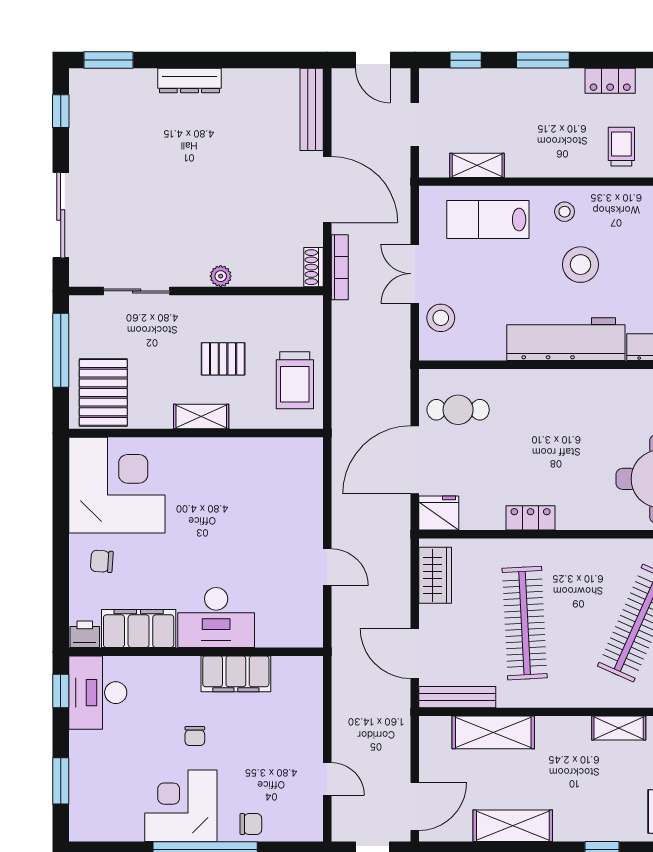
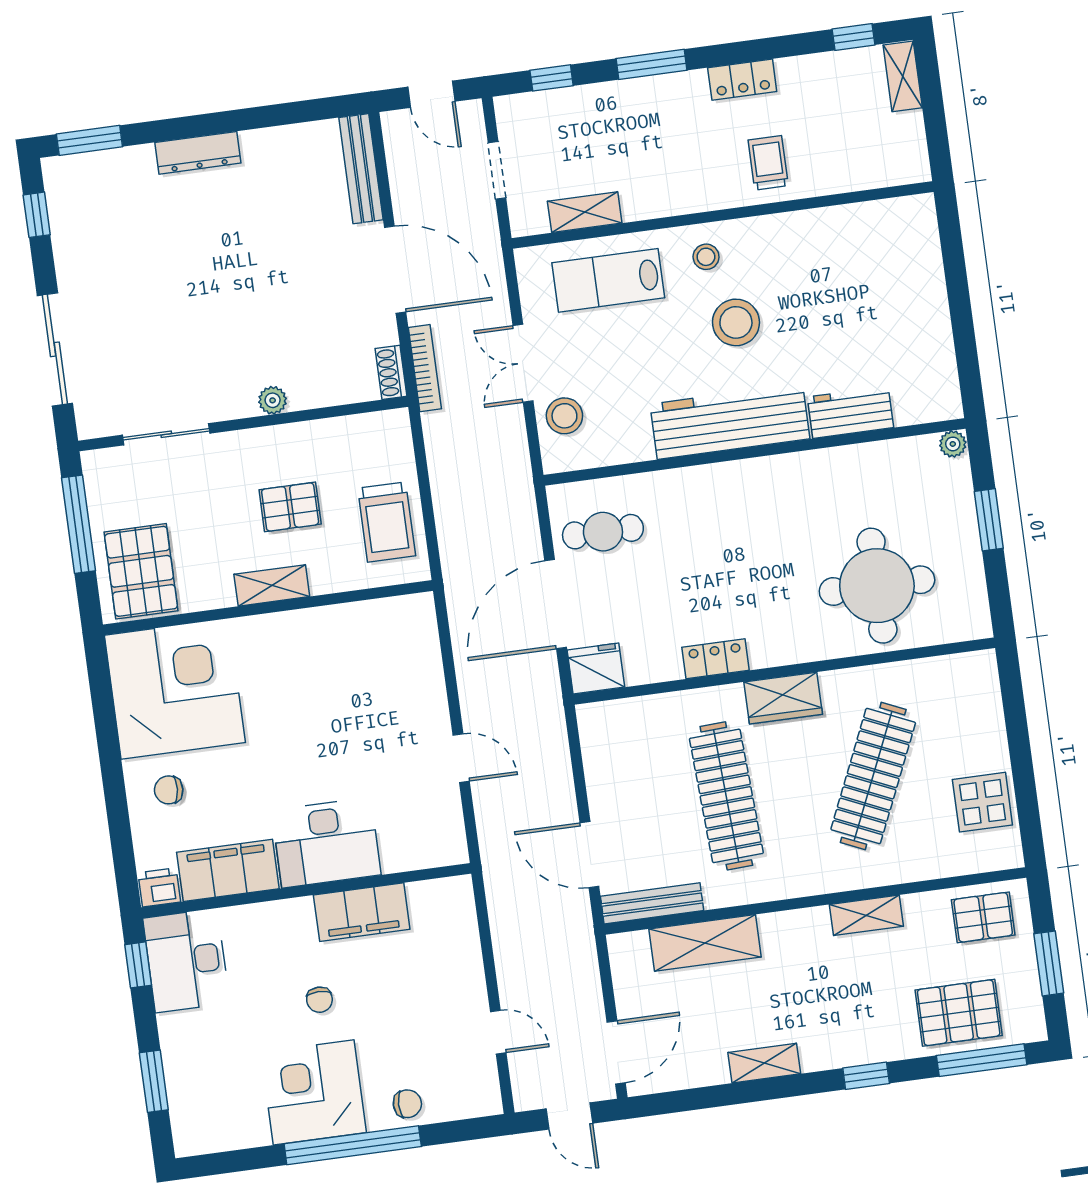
wardrobe: (435, 575) -> (783, 698), moved, turned 90
shelving: (513, 826) -> (764, 1063), width x0.67, depth x0.75

